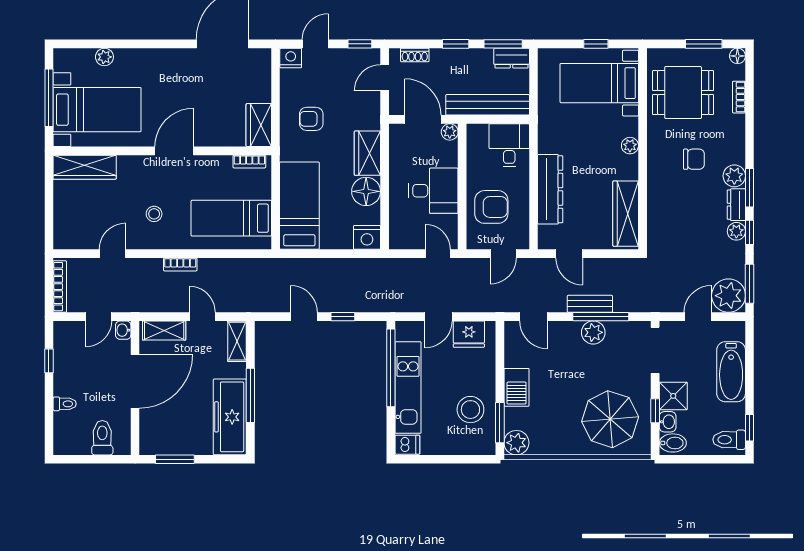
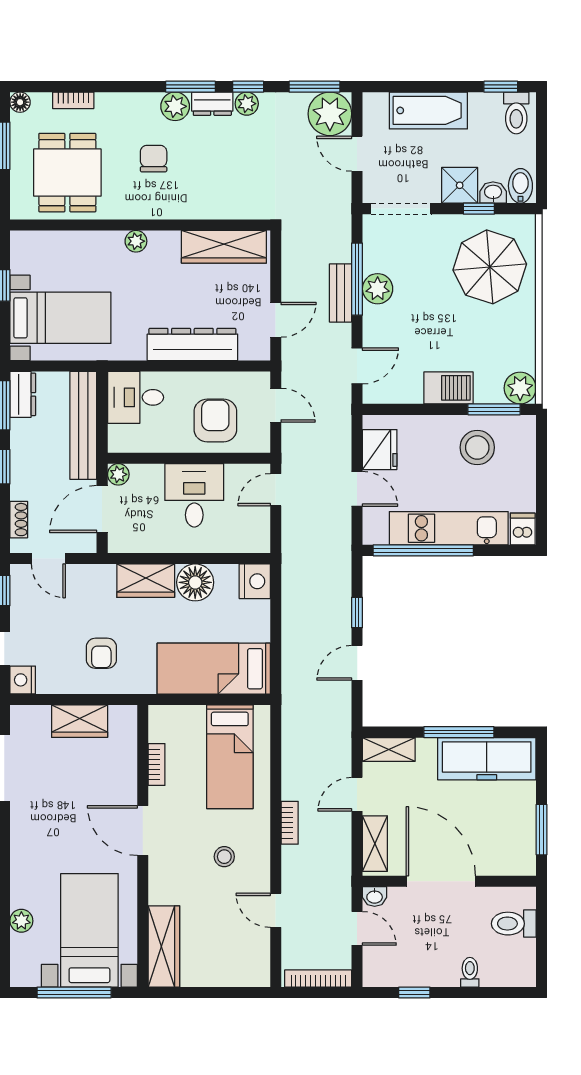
bed with nightstands: (599, 83) -> (60, 318), moved, turned -90
wardrobe: (259, 125) -> (80, 721), moved
bookcase: (249, 162) -> (157, 765), moved

